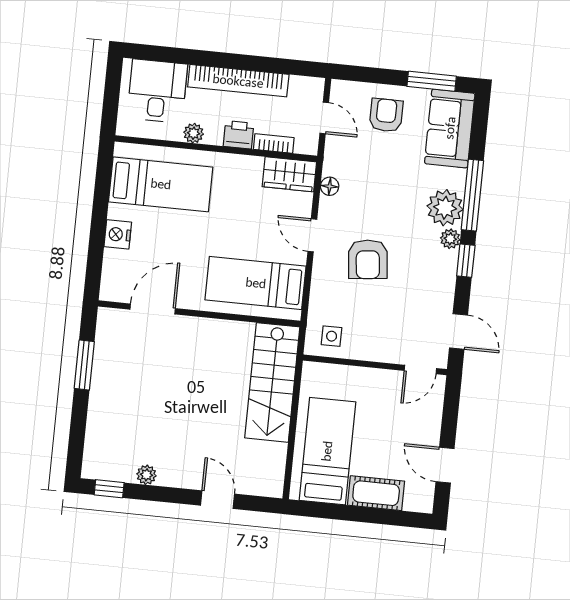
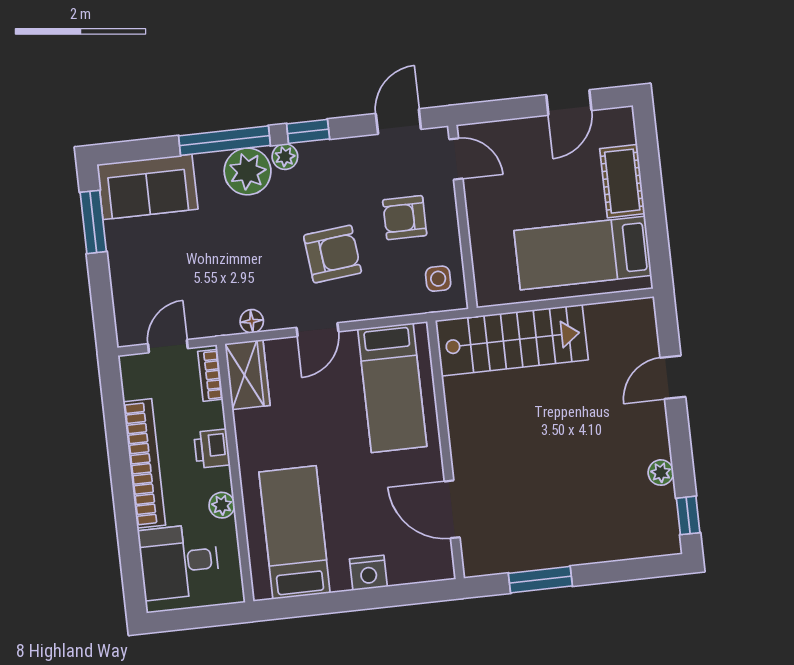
armchair: (386, 115) -> (405, 218), moved
bookcase: (274, 144) -> (210, 375), moved

